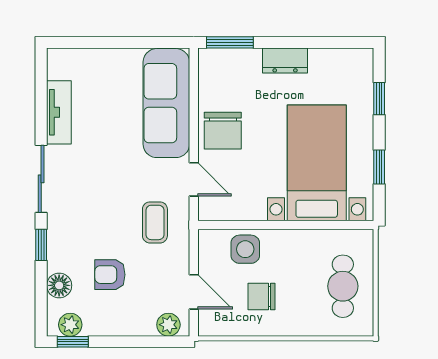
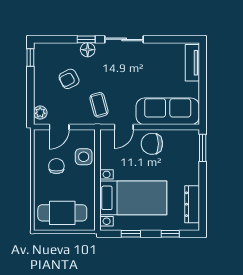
dresser: (285, 60) -> (192, 204), moved, width x1.44
tv unit: (59, 112) -> (192, 63), moved, turned 90
coffee table: (155, 222) -> (99, 105), turned 75
armchair: (110, 275) -> (69, 79), turned -117
floor lamp: (59, 285) -> (88, 50), moved
cafe table: (343, 286) -> (62, 213), width x1.37, depth x1.35
plant: (70, 325) -> (40, 56), removed

